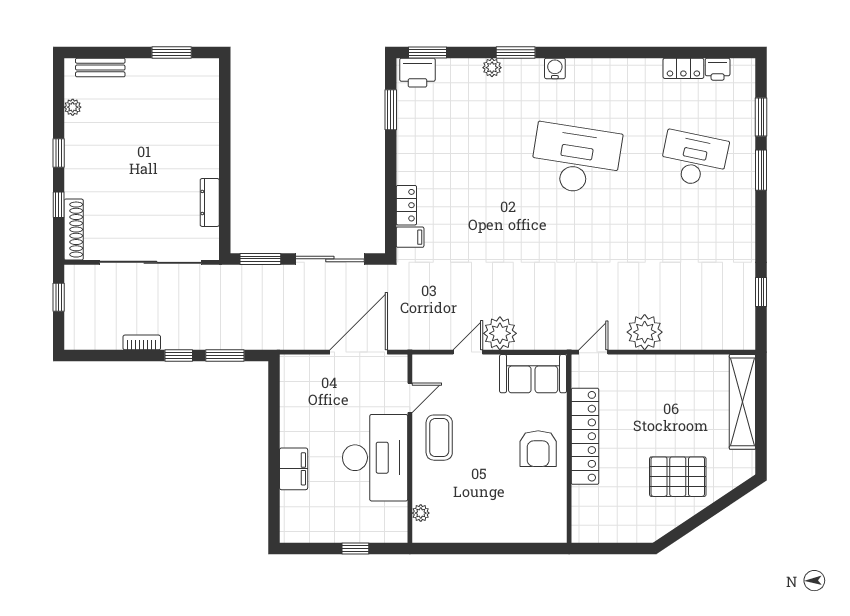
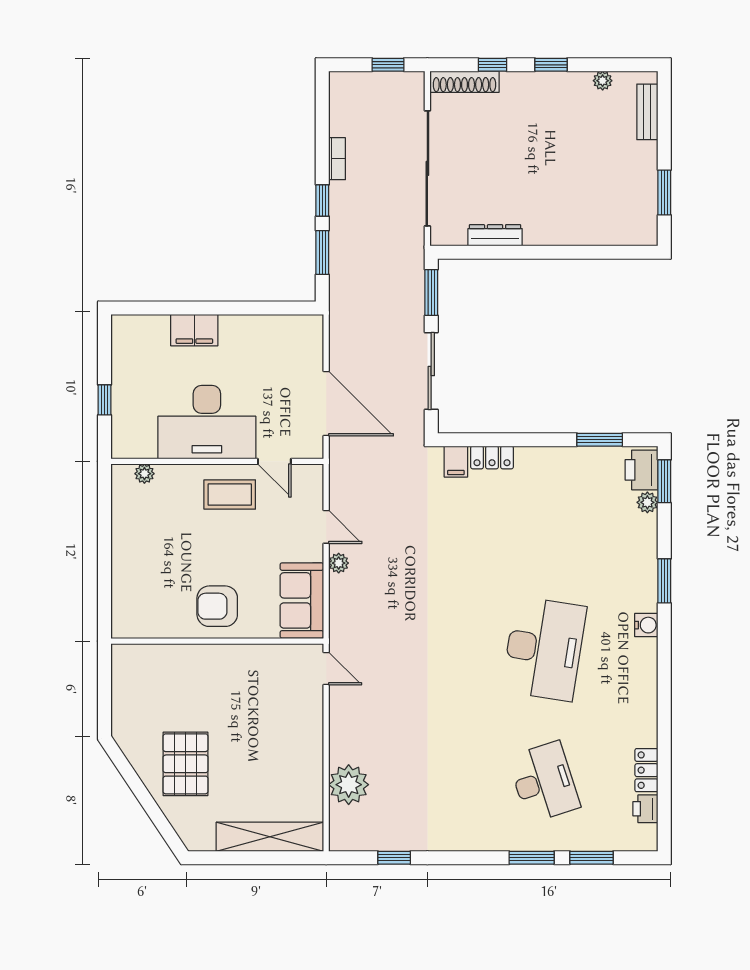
plant: (492, 68) -> (647, 502), moved
desk: (694, 159) -> (544, 782), turned -30
plant: (645, 332) -> (349, 785), moved
plant: (500, 333) -> (339, 563), width x0.53, depth x0.53
locker: (585, 436) -> (231, 659), removed

